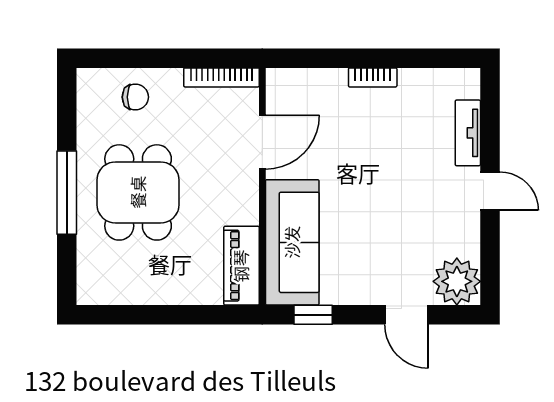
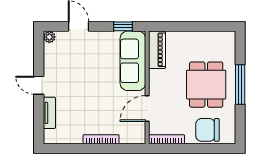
bookcase: (373, 77) -> (101, 139), width x1.56
chair: (135, 97) -> (207, 130), width x1.87, depth x1.87
plant: (457, 281) -> (49, 37), width x0.53, depth x0.53

